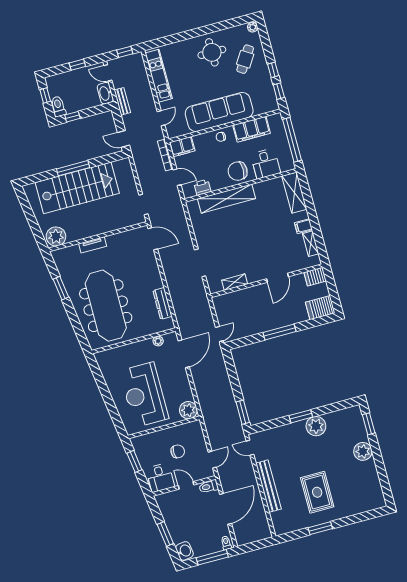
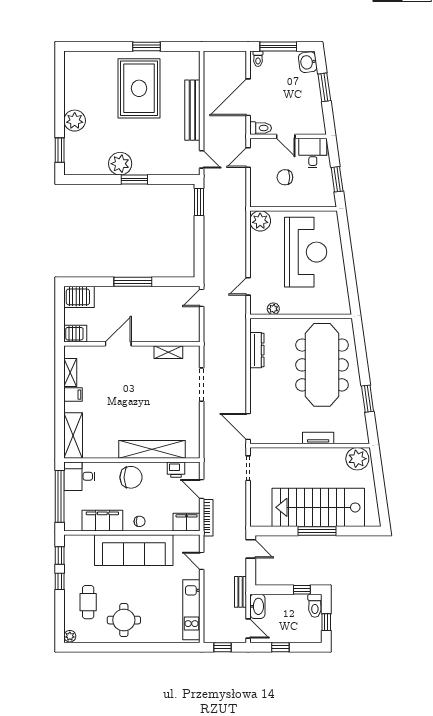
cafe table: (245, 59) -> (88, 602), turned -33
door: (161, 118) -> (202, 561), hinge flipped
desk: (266, 163) -> (79, 476), moved, turned -90
door: (184, 354) -> (248, 286), width x0.53
rug: (317, 492) -> (139, 88), width x1.37, depth x1.44

